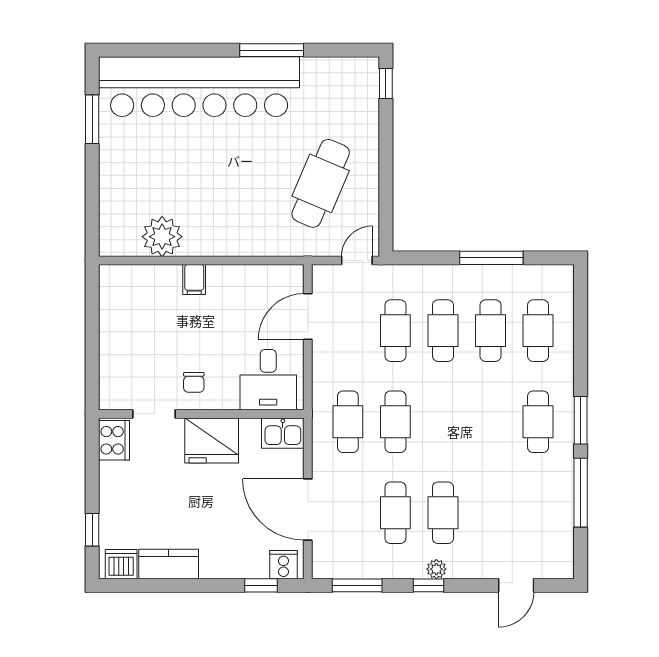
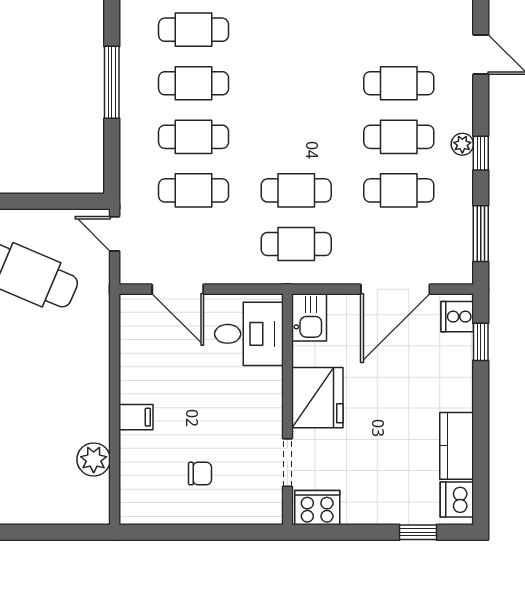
plant: (162, 237) -> (94, 459), width x0.73, depth x0.73
chair: (194, 382) -> (200, 474), moved
cafe table: (538, 422) -> (399, 83), moved

